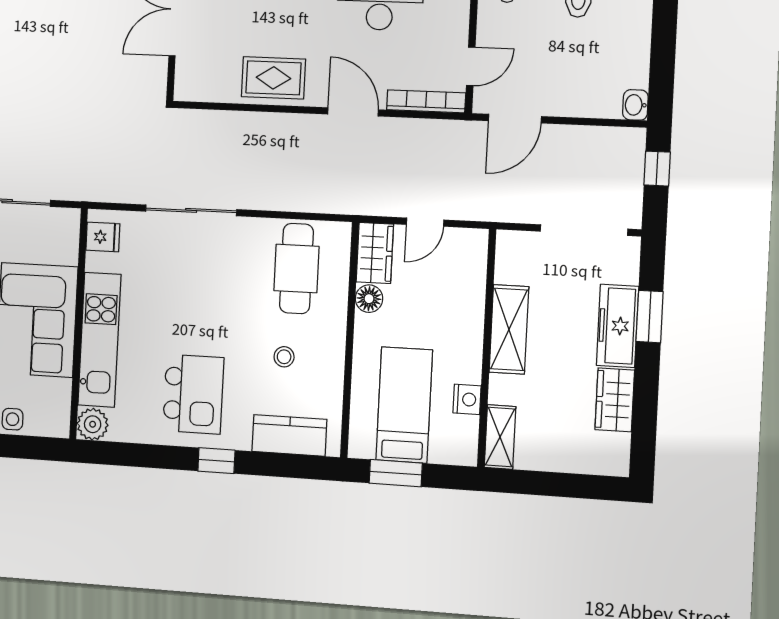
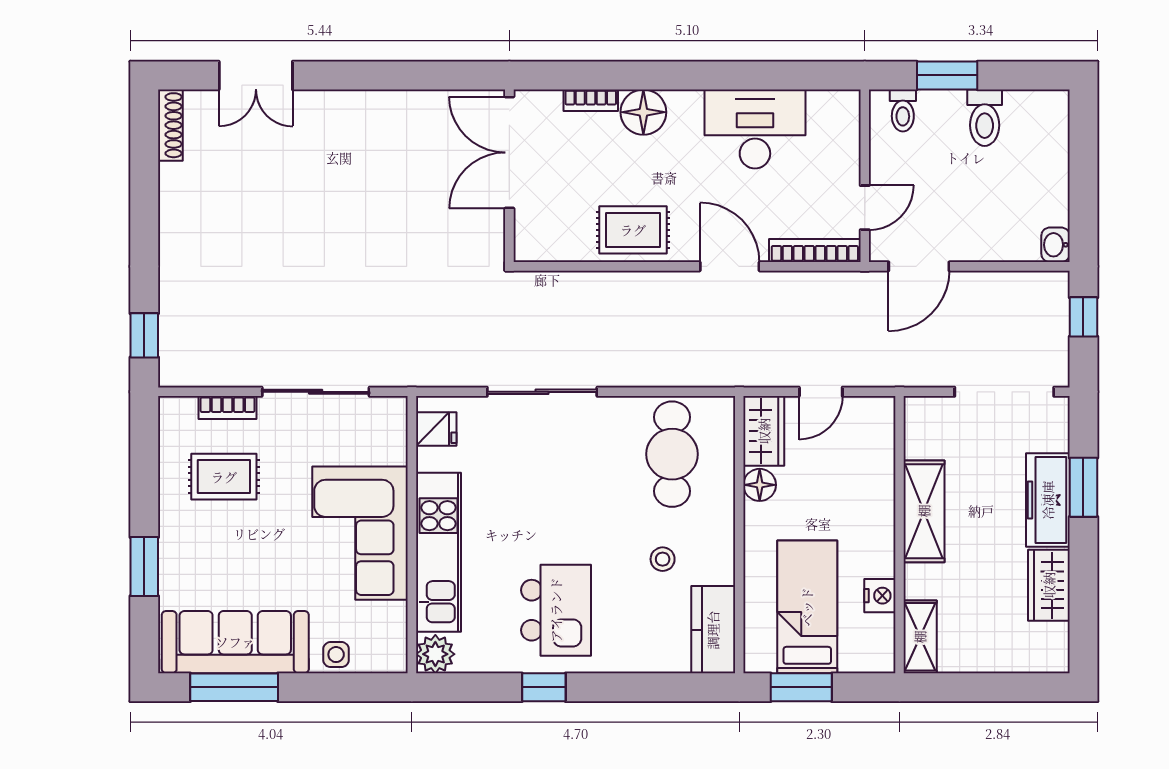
kitchen counter: (289, 435) -> (713, 630), moved, turned -90
window: (216, 461) -> (544, 687), moved

